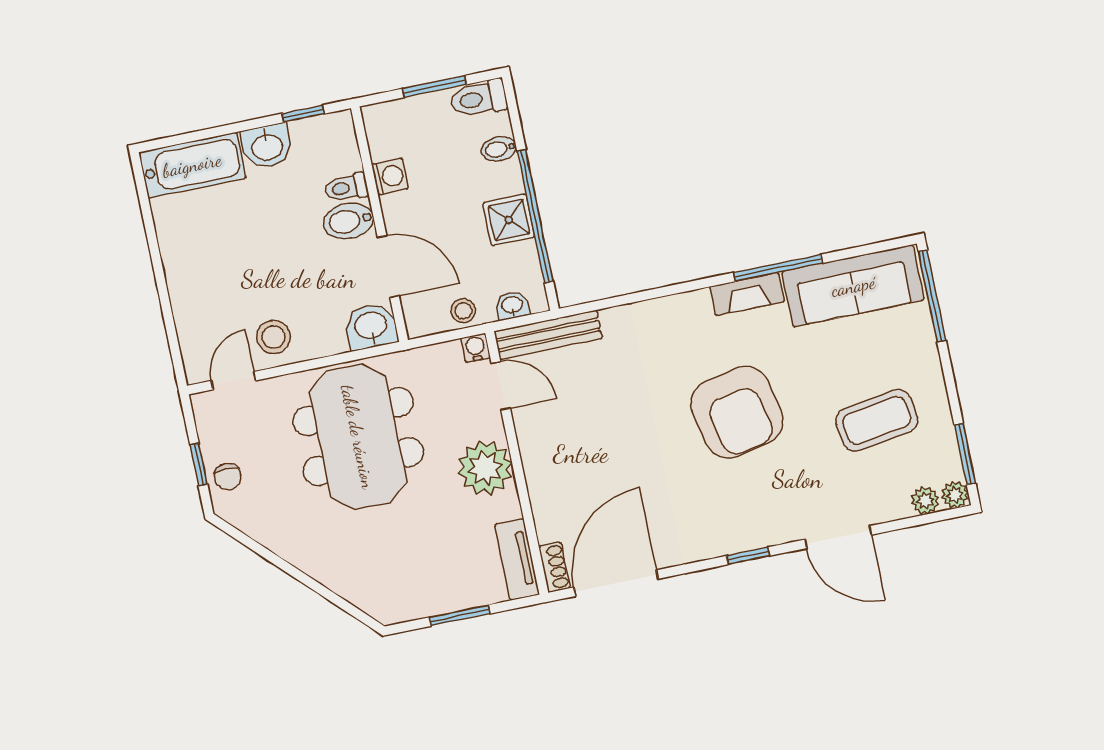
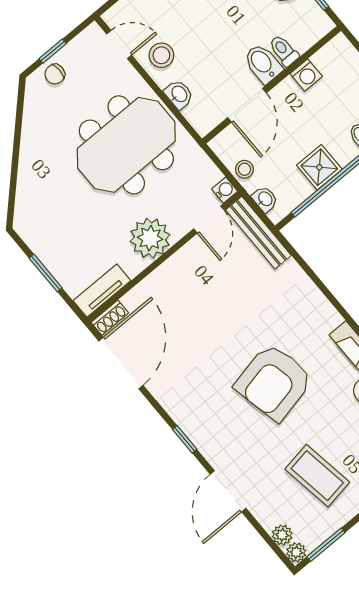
washbasin: (371, 326) -> (179, 94), moved, width x0.72, depth x0.69
door: (616, 583) -> (121, 363), hinge flipped

